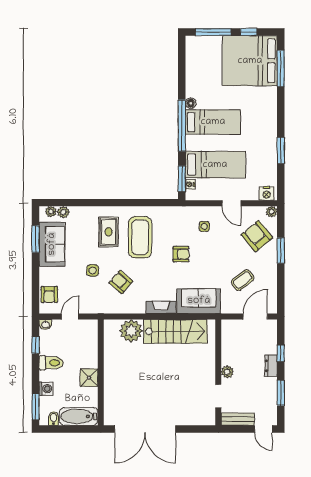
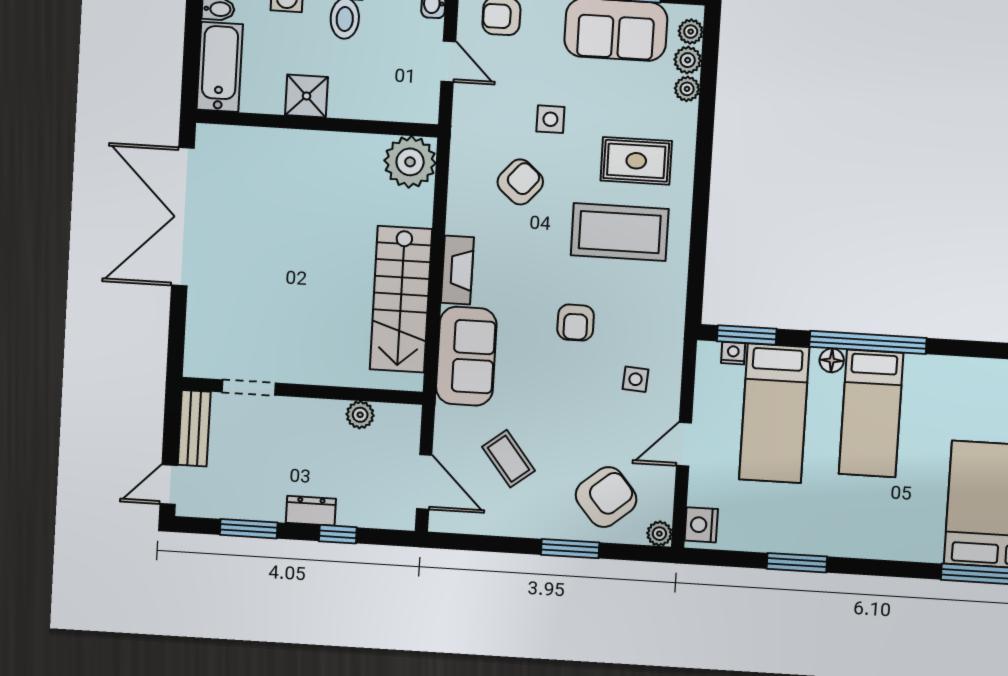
floor lamp: (191, 103) -> (832, 360), moved
plant: (76, 212) -> (687, 89), added
plant: (131, 331) -> (410, 162), moved
plant: (227, 372) -> (360, 415), moved

